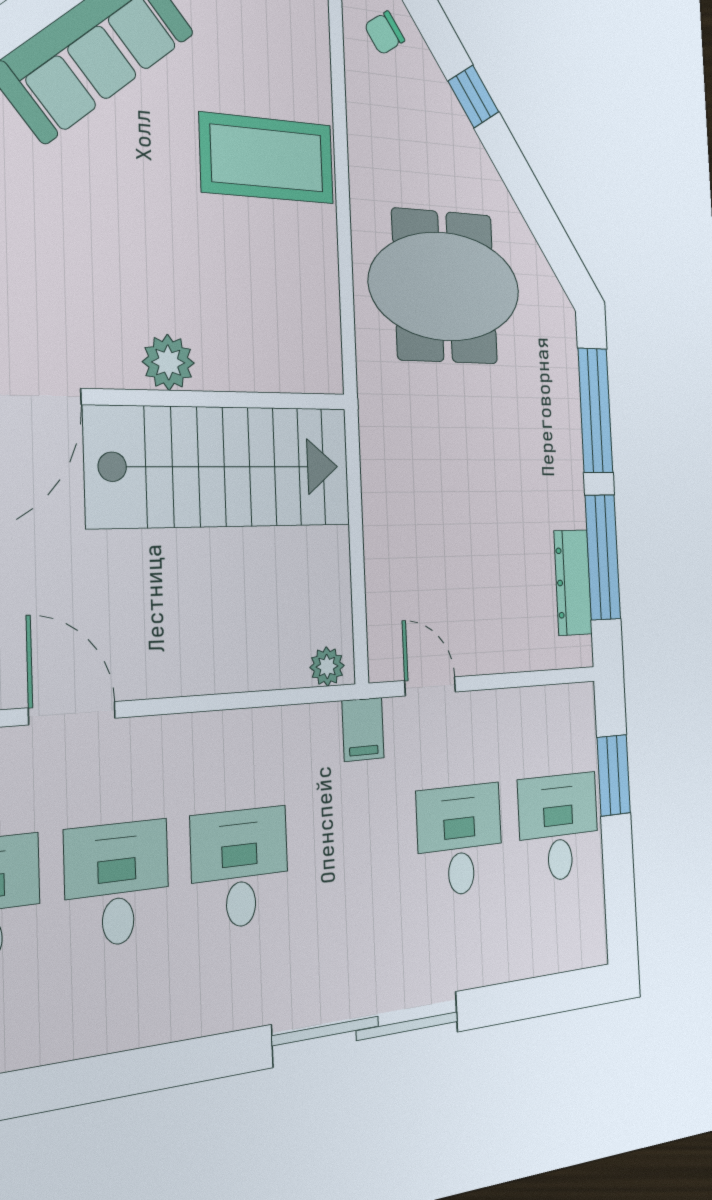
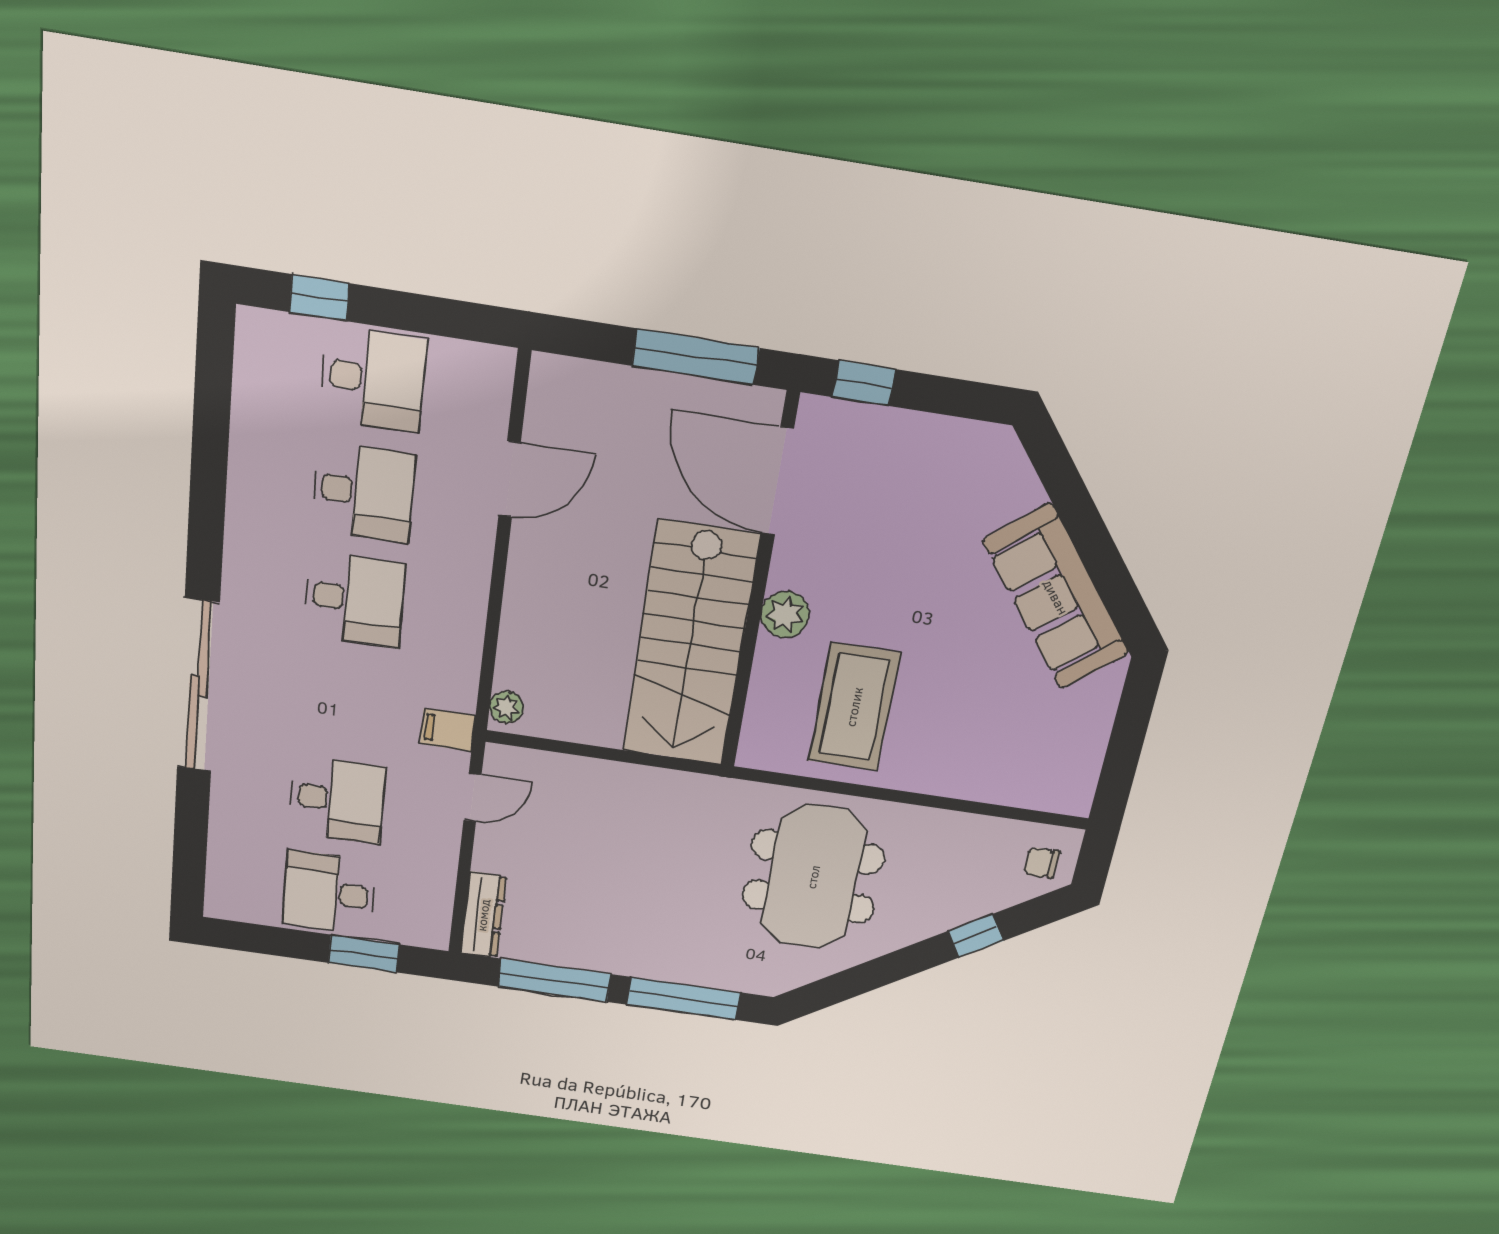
chair: (385, 33) -> (1041, 863), turned -57
coffee table: (267, 158) -> (854, 707), moved
dresser: (573, 582) -> (483, 915), moved, turned 90
desk: (559, 827) -> (330, 893), turned 180

